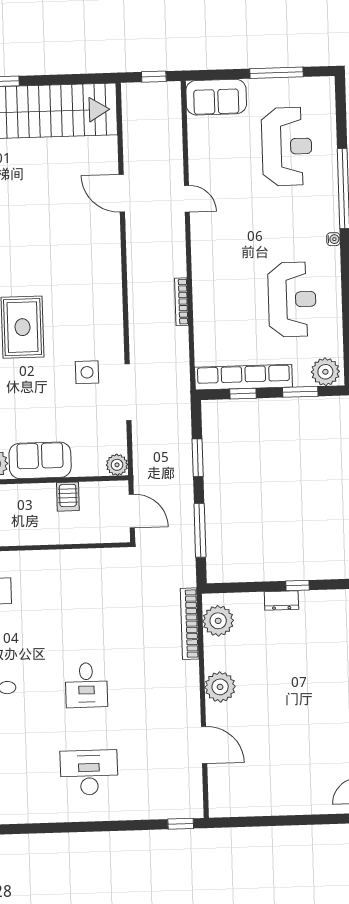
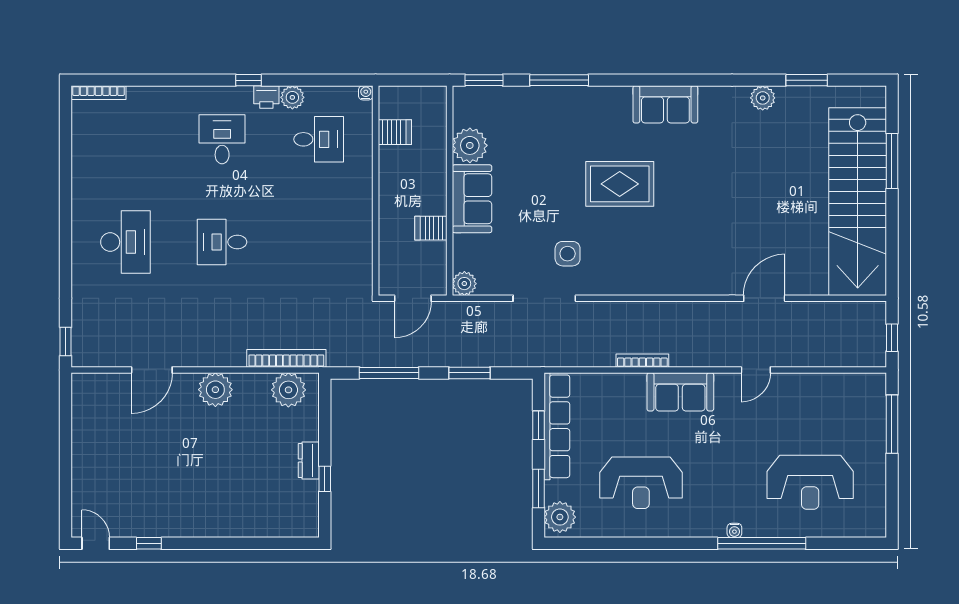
window: (276, 73) -> (892, 424), moved
sofa: (216, 97) -> (680, 392), moved, turned -90
water cooler: (333, 239) -> (734, 530), moved

